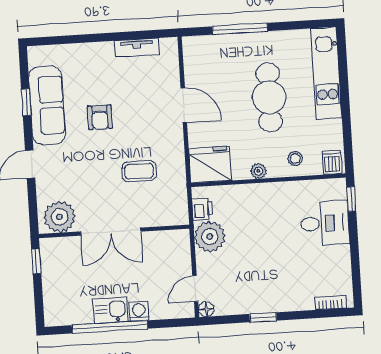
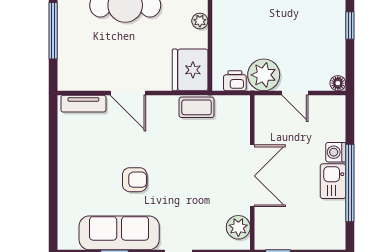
tv unit: (137, 48) -> (83, 104), moved, turned 90
door: (184, 105) -> (128, 93), swing flipped
coffee table: (139, 171) -> (197, 107), moved, turned 90
plant: (60, 217) -> (238, 227), width x0.73, depth x0.73
door: (195, 289) -> (295, 93), moved

